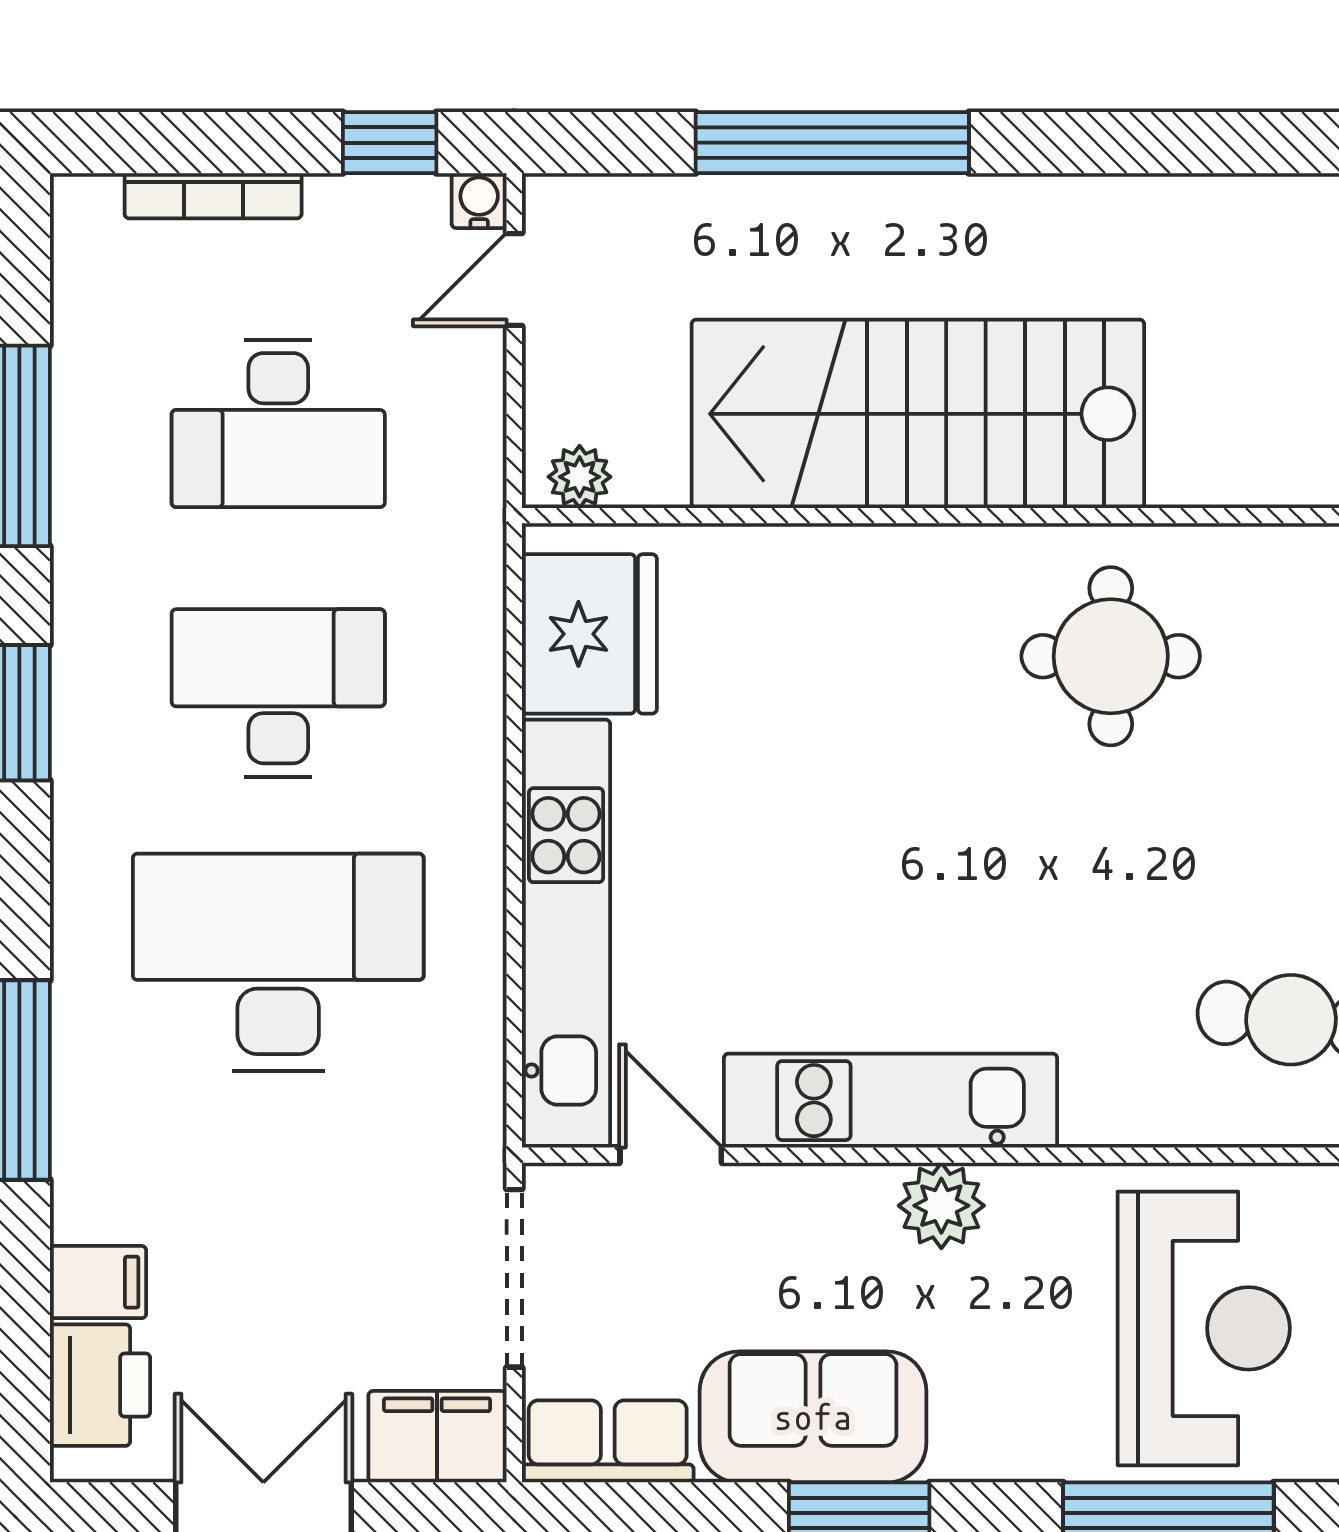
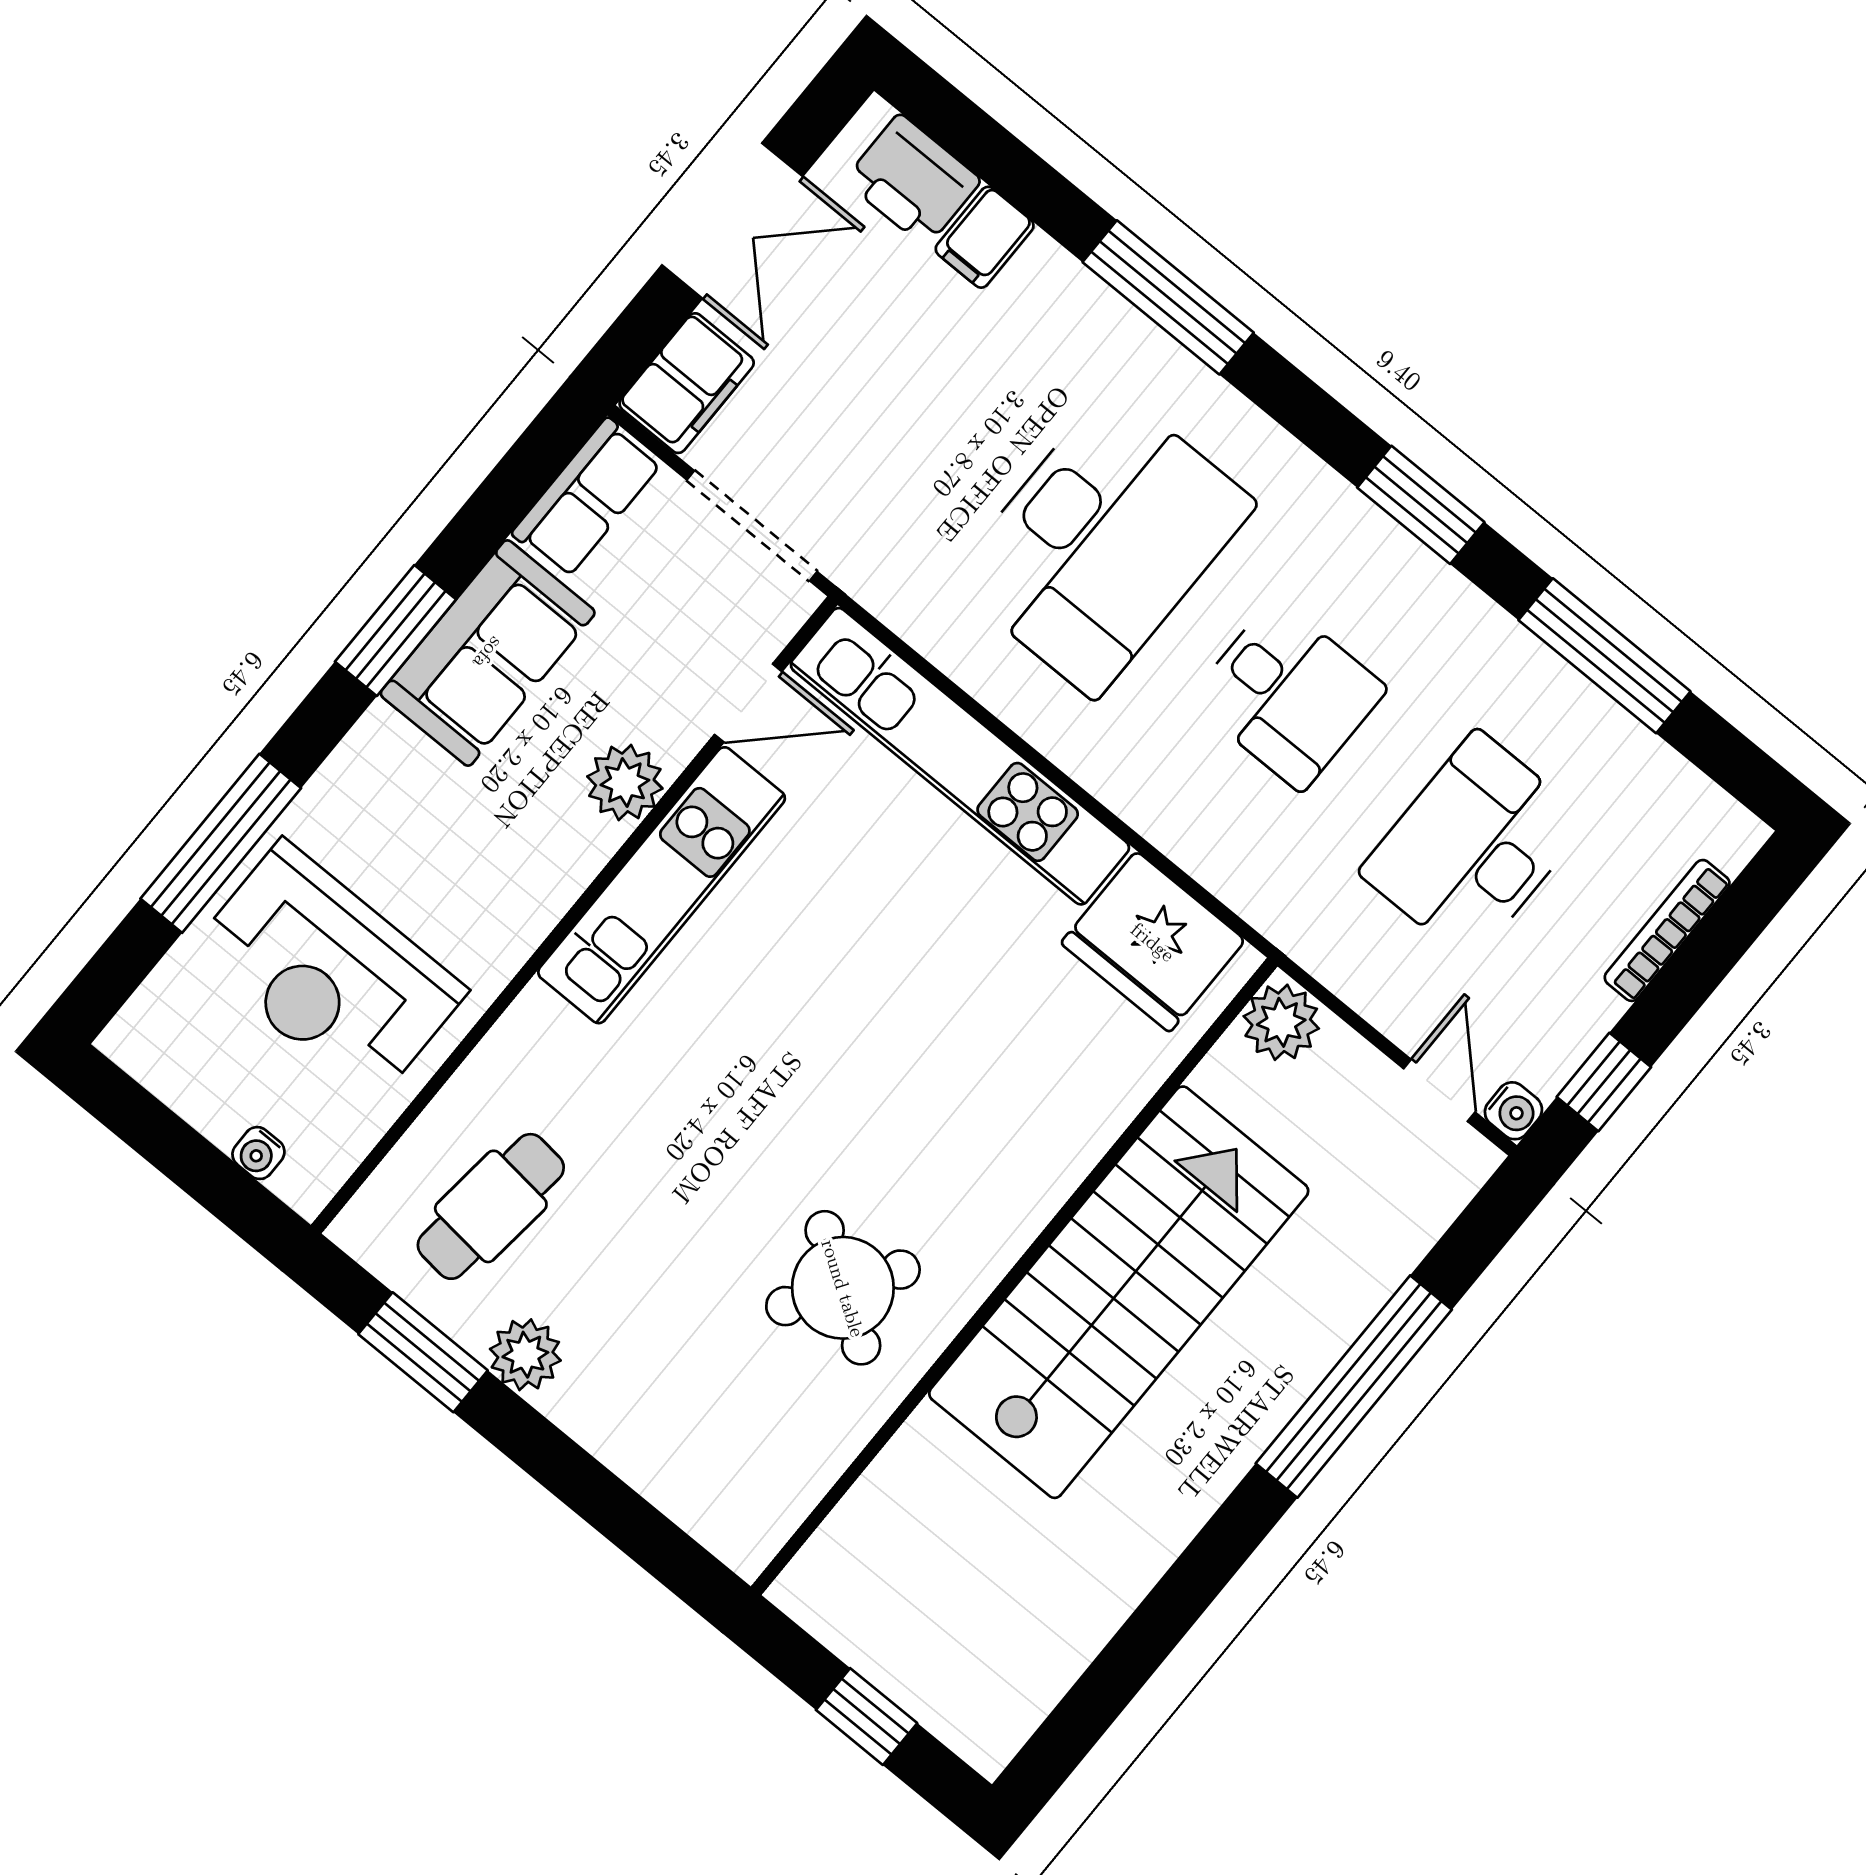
plant: (580, 477) -> (1281, 1022), width x1.38, depth x1.38
round table: (1111, 656) -> (843, 1288), turned 33
desk: (278, 693) -> (1288, 694), width x0.73
plant: (941, 1206) -> (625, 782), moved

